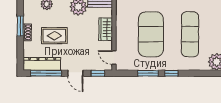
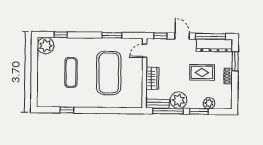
window: (20, 26) -> (235, 61), moved
exercise mat: (190, 34) -> (71, 72), width x0.73, depth x0.69
door: (114, 58) -> (145, 51), swing flipped
window: (171, 73) -> (61, 35), moved

